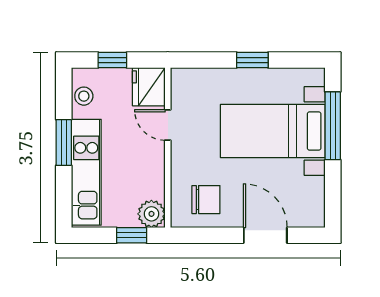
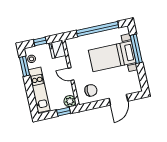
window: (252, 60) -> (97, 29), width x3.17
door: (168, 125) -> (71, 74), moved
window: (64, 143) -> (25, 66), moved
door: (265, 235) -> (118, 100), swing flipped

